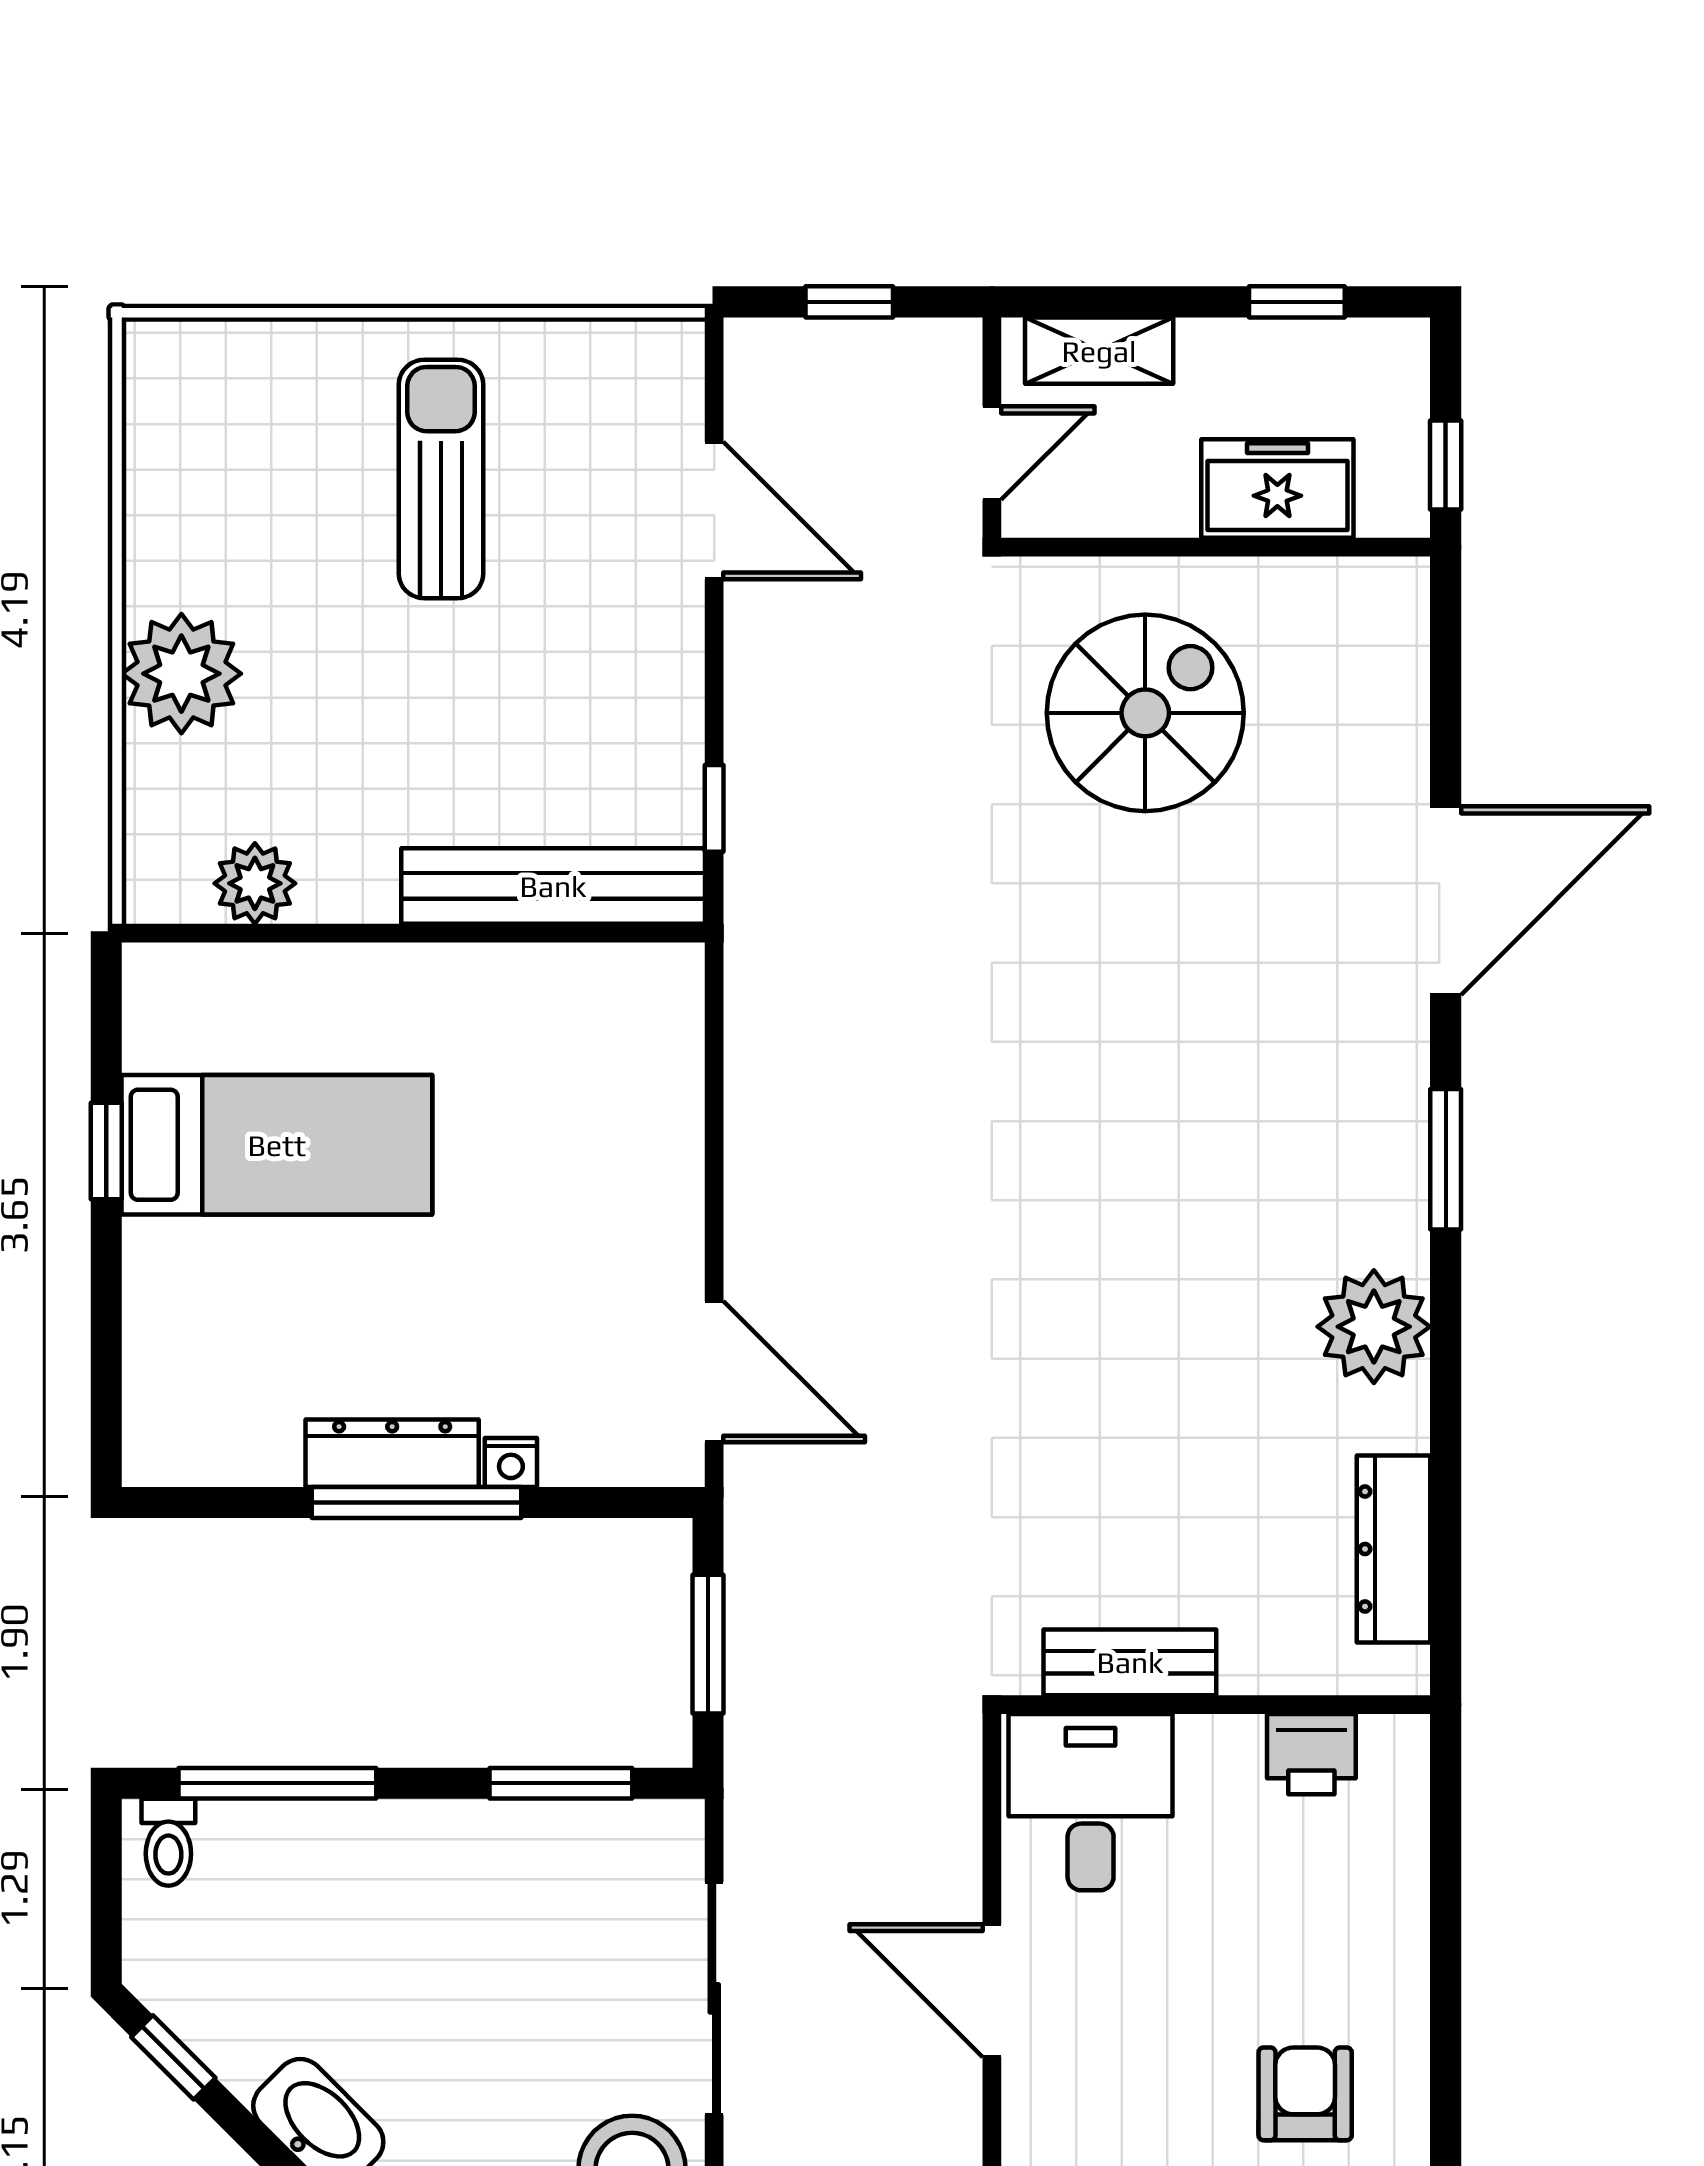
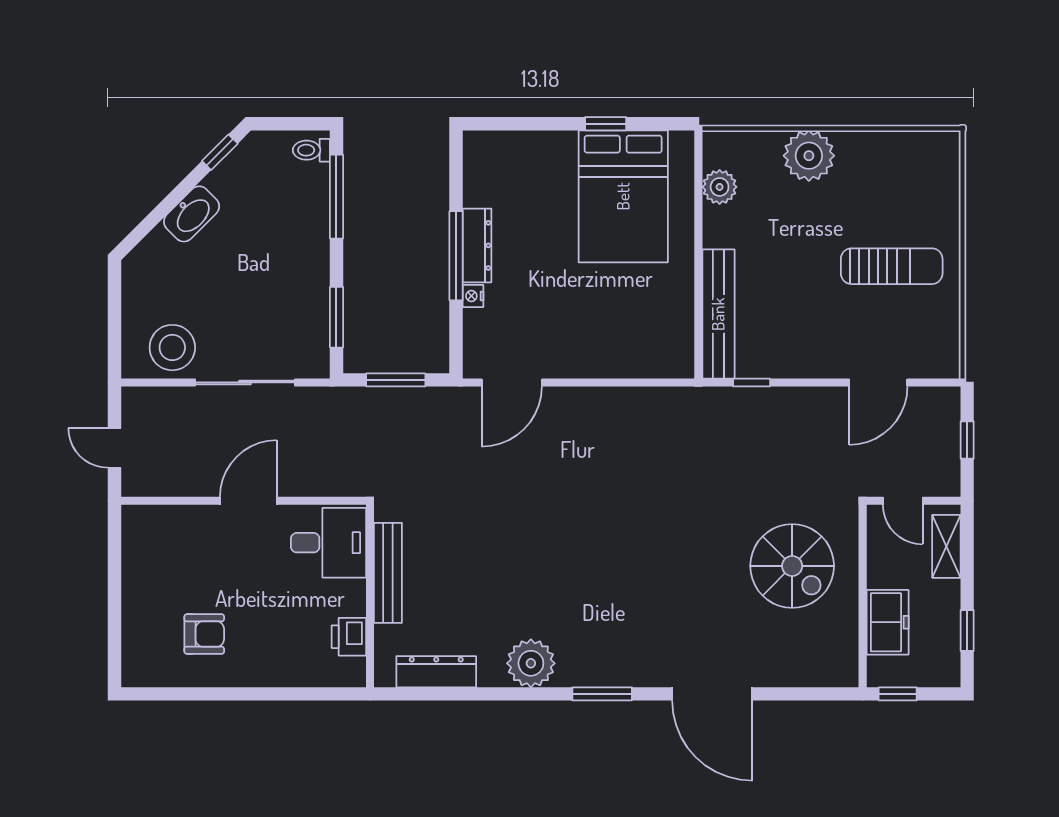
bed: (277, 1145) -> (623, 196), width x1.50
bench: (1130, 1662) -> (388, 573), width x1.36

